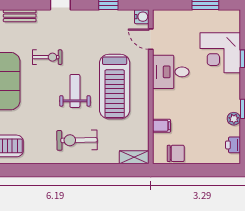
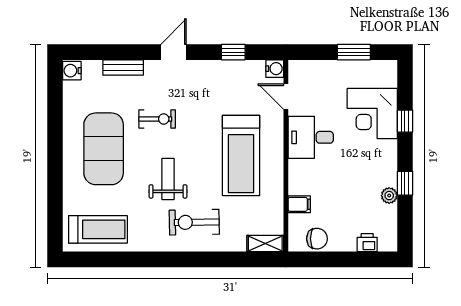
weight bench: (75, 91) -> (168, 179), moved
printer: (233, 145) -> (367, 243), moved, turned 90

